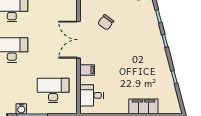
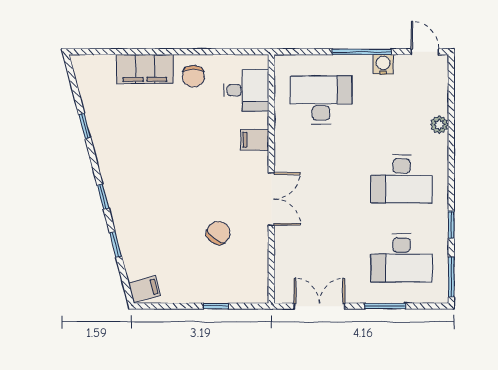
double door: (79, 40) -> (271, 199), width x0.73
desk: (53, 90) -> (321, 100), turned 180
chair: (119, 103) -> (193, 76), added

